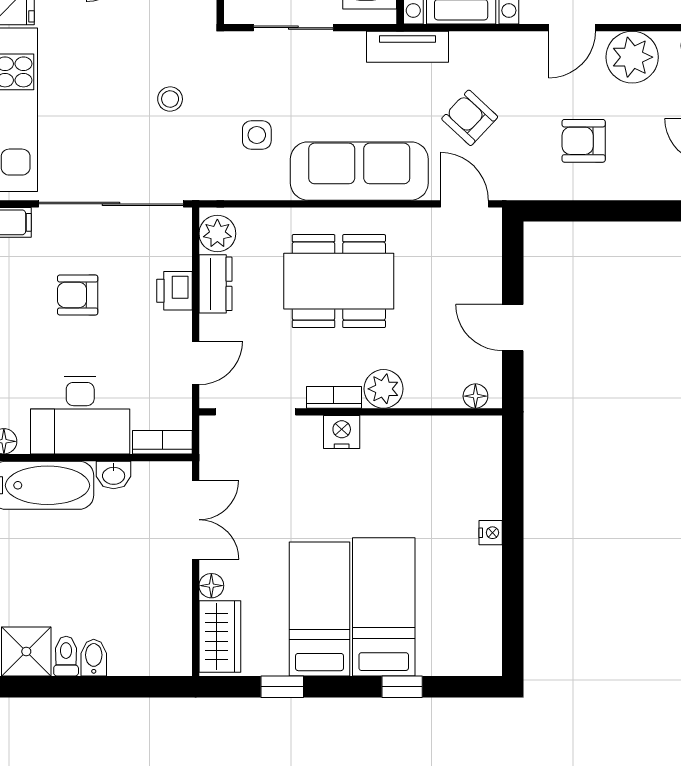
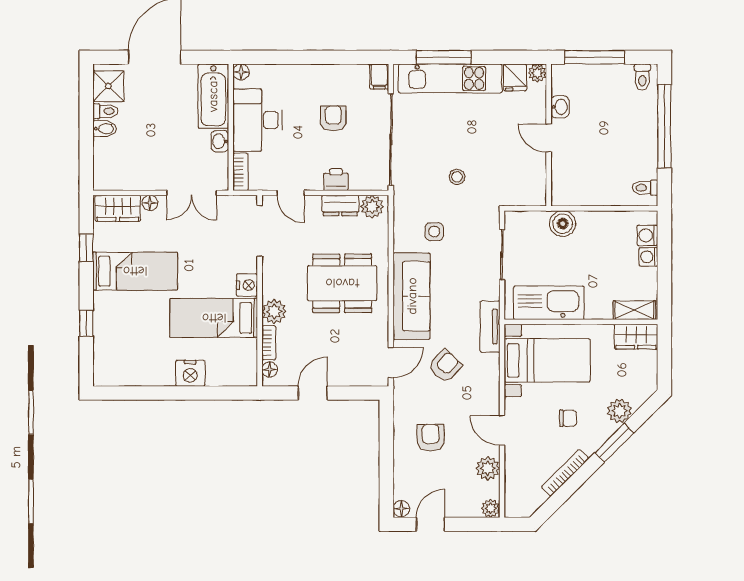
plant: (632, 57) -> (488, 468), width x0.73, depth x0.73
dining table: (339, 281) -> (342, 283), turned 90
bookcase: (334, 397) -> (269, 343), moved
nightstand: (491, 533) -> (190, 373), width x1.89, depth x1.79
bed: (384, 607) -> (214, 318), moved, turned 180

